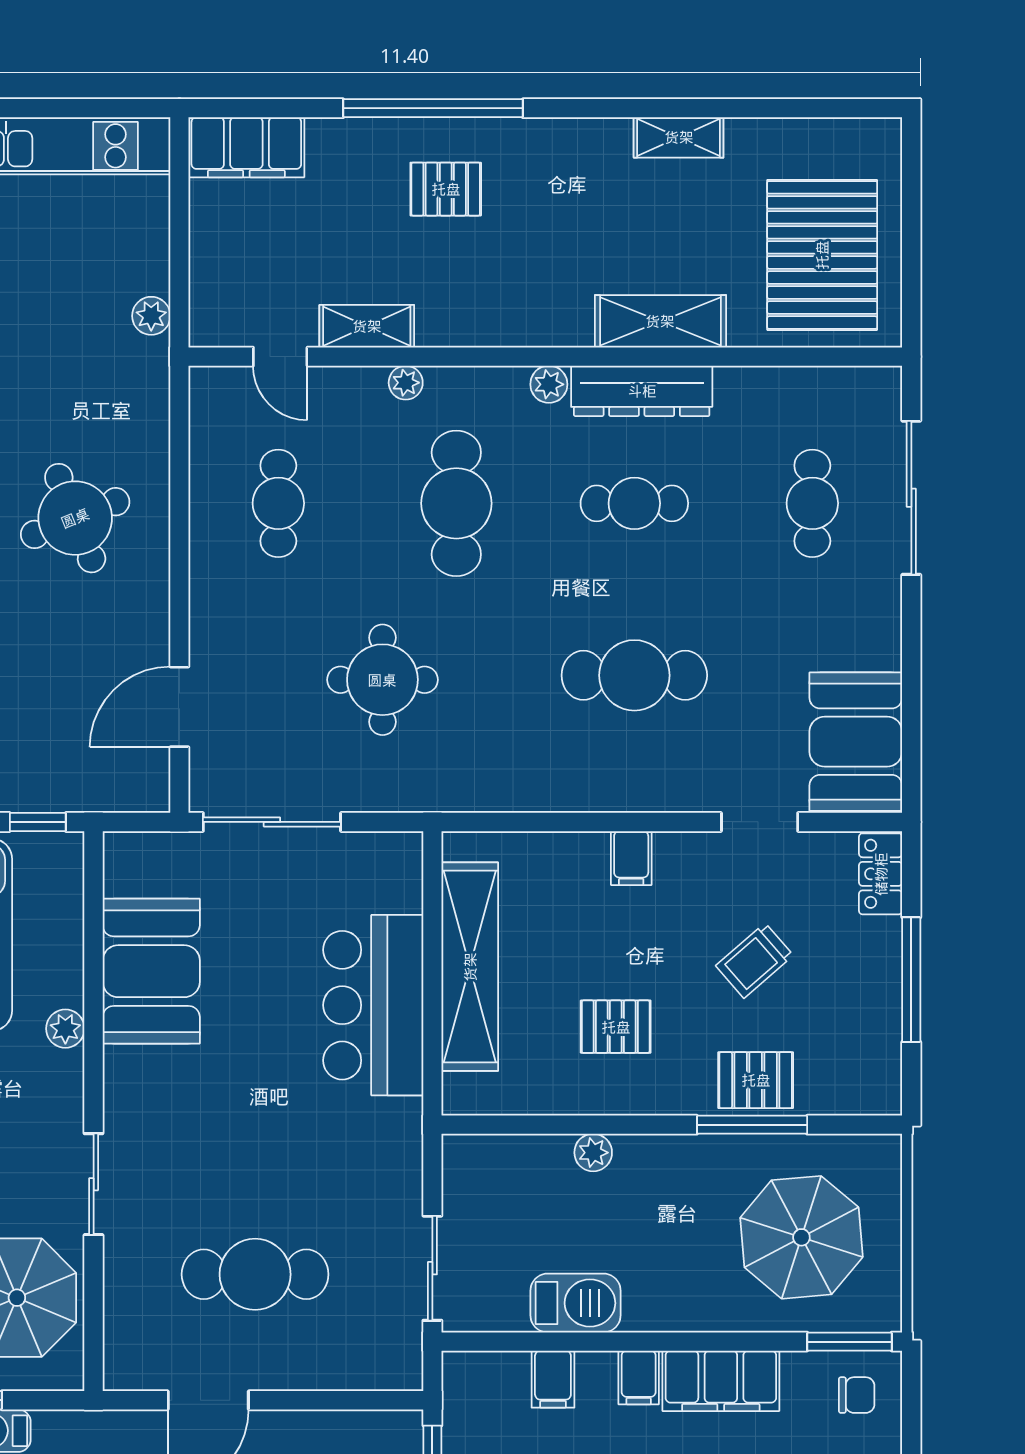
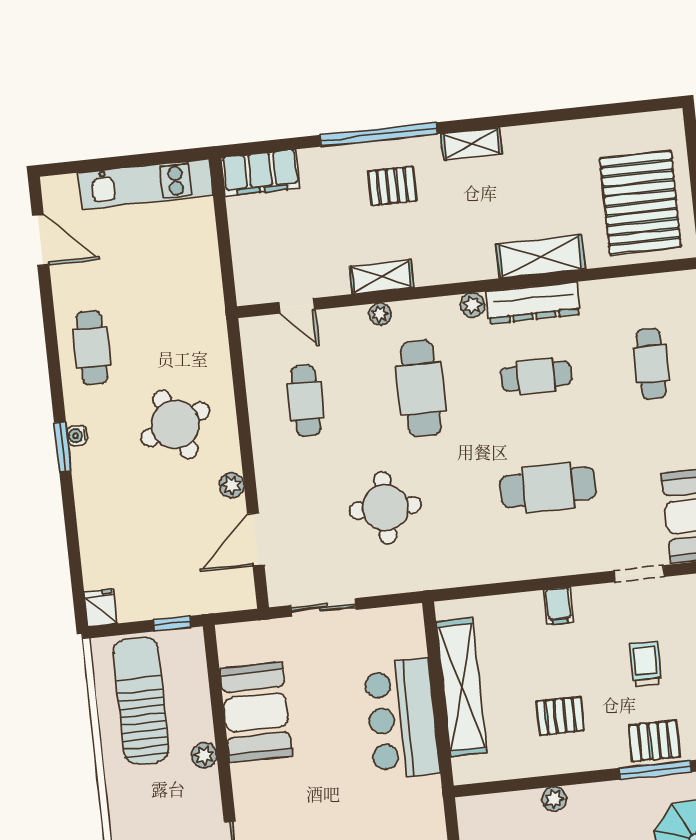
shelving: (679, 137) -> (472, 144), moved
plant: (151, 316) -> (232, 485), moved
shelving: (367, 326) -> (382, 277), moved
sliding door: (272, 822) -> (324, 607), width x0.73
trolley: (755, 961) -> (645, 664), turned 131

